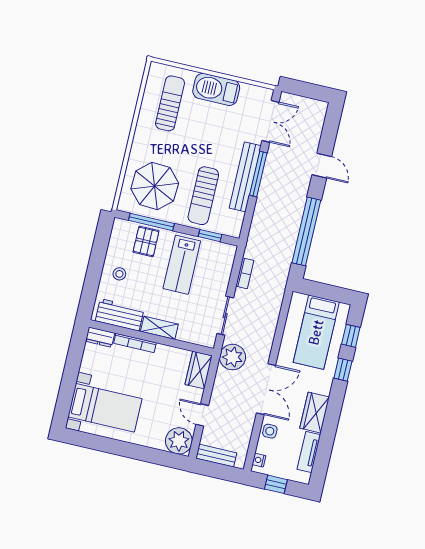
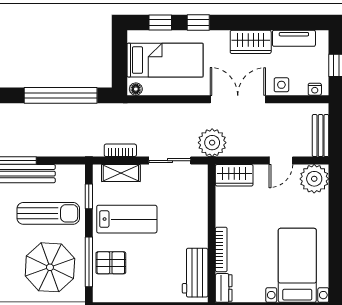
stool: (119, 274) -> (152, 283), removed
floor lamp: (296, 300) -> (136, 89), added
shelving: (159, 328) -> (121, 173), moved, turned 90

